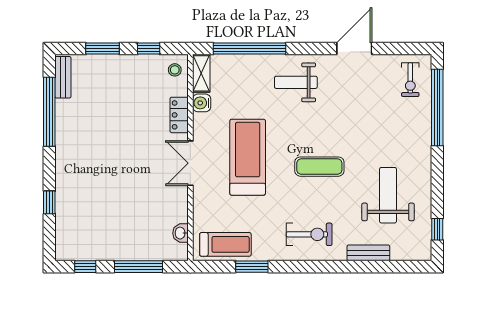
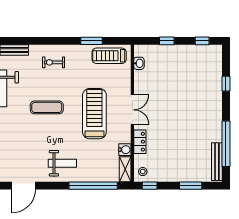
window: (149, 49) -> (150, 186), moved
bench: (63, 77) -> (217, 162), width x1.36
treadmill: (248, 157) -> (94, 114), turned 180
exercise bike: (309, 234) -> (54, 62), width x0.73, depth x0.72
window: (139, 267) -> (167, 41), width x0.46

